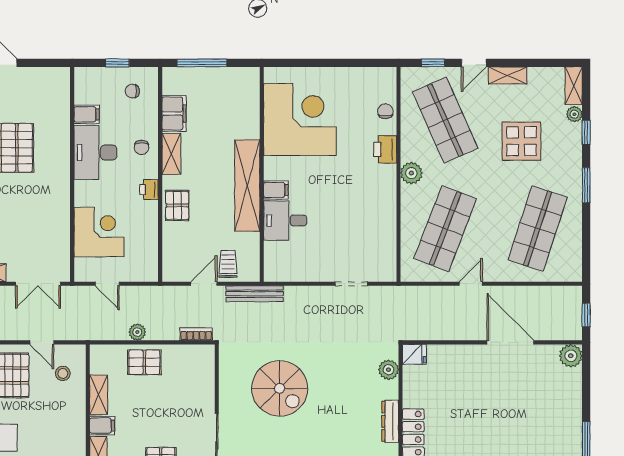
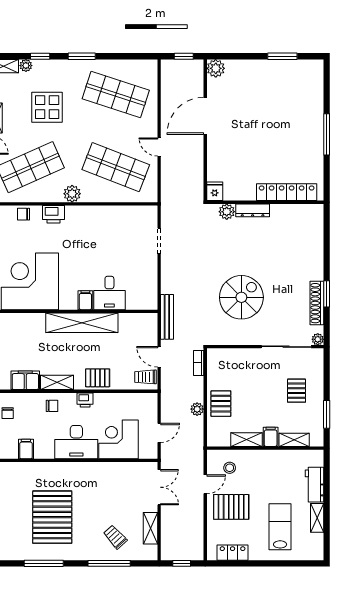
desk: (95, 152) -> (76, 442), moved
trolley: (228, 264) -> (146, 377), moved
dresser: (390, 421) -> (253, 210), moved

